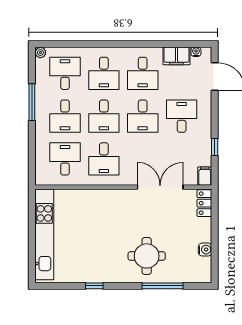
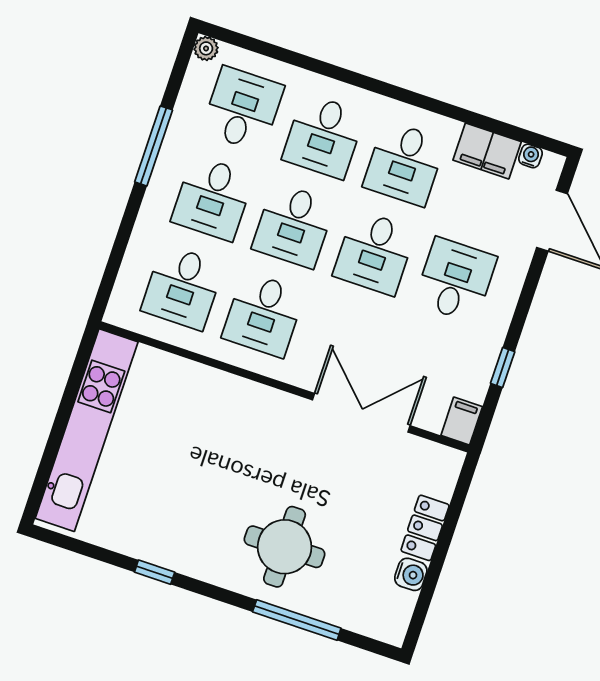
desk: (65, 159) -> (183, 287), turned 180
locker: (204, 203) -> (425, 528), moved

